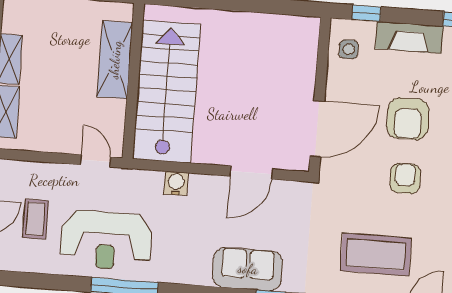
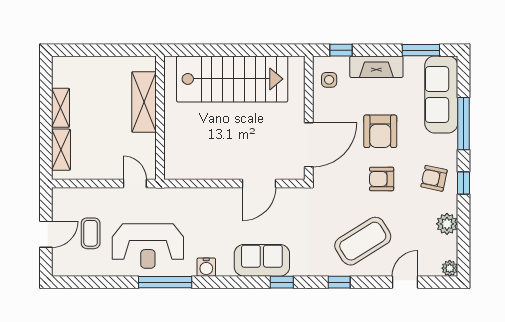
stairs: (167, 91) -> (232, 79), moved, turned 90
armchair: (405, 178) -> (382, 179), turned -90
water cooler: (176, 183) -> (206, 267), moved, turned 180
coffee table: (376, 255) -> (363, 241), turned -32

